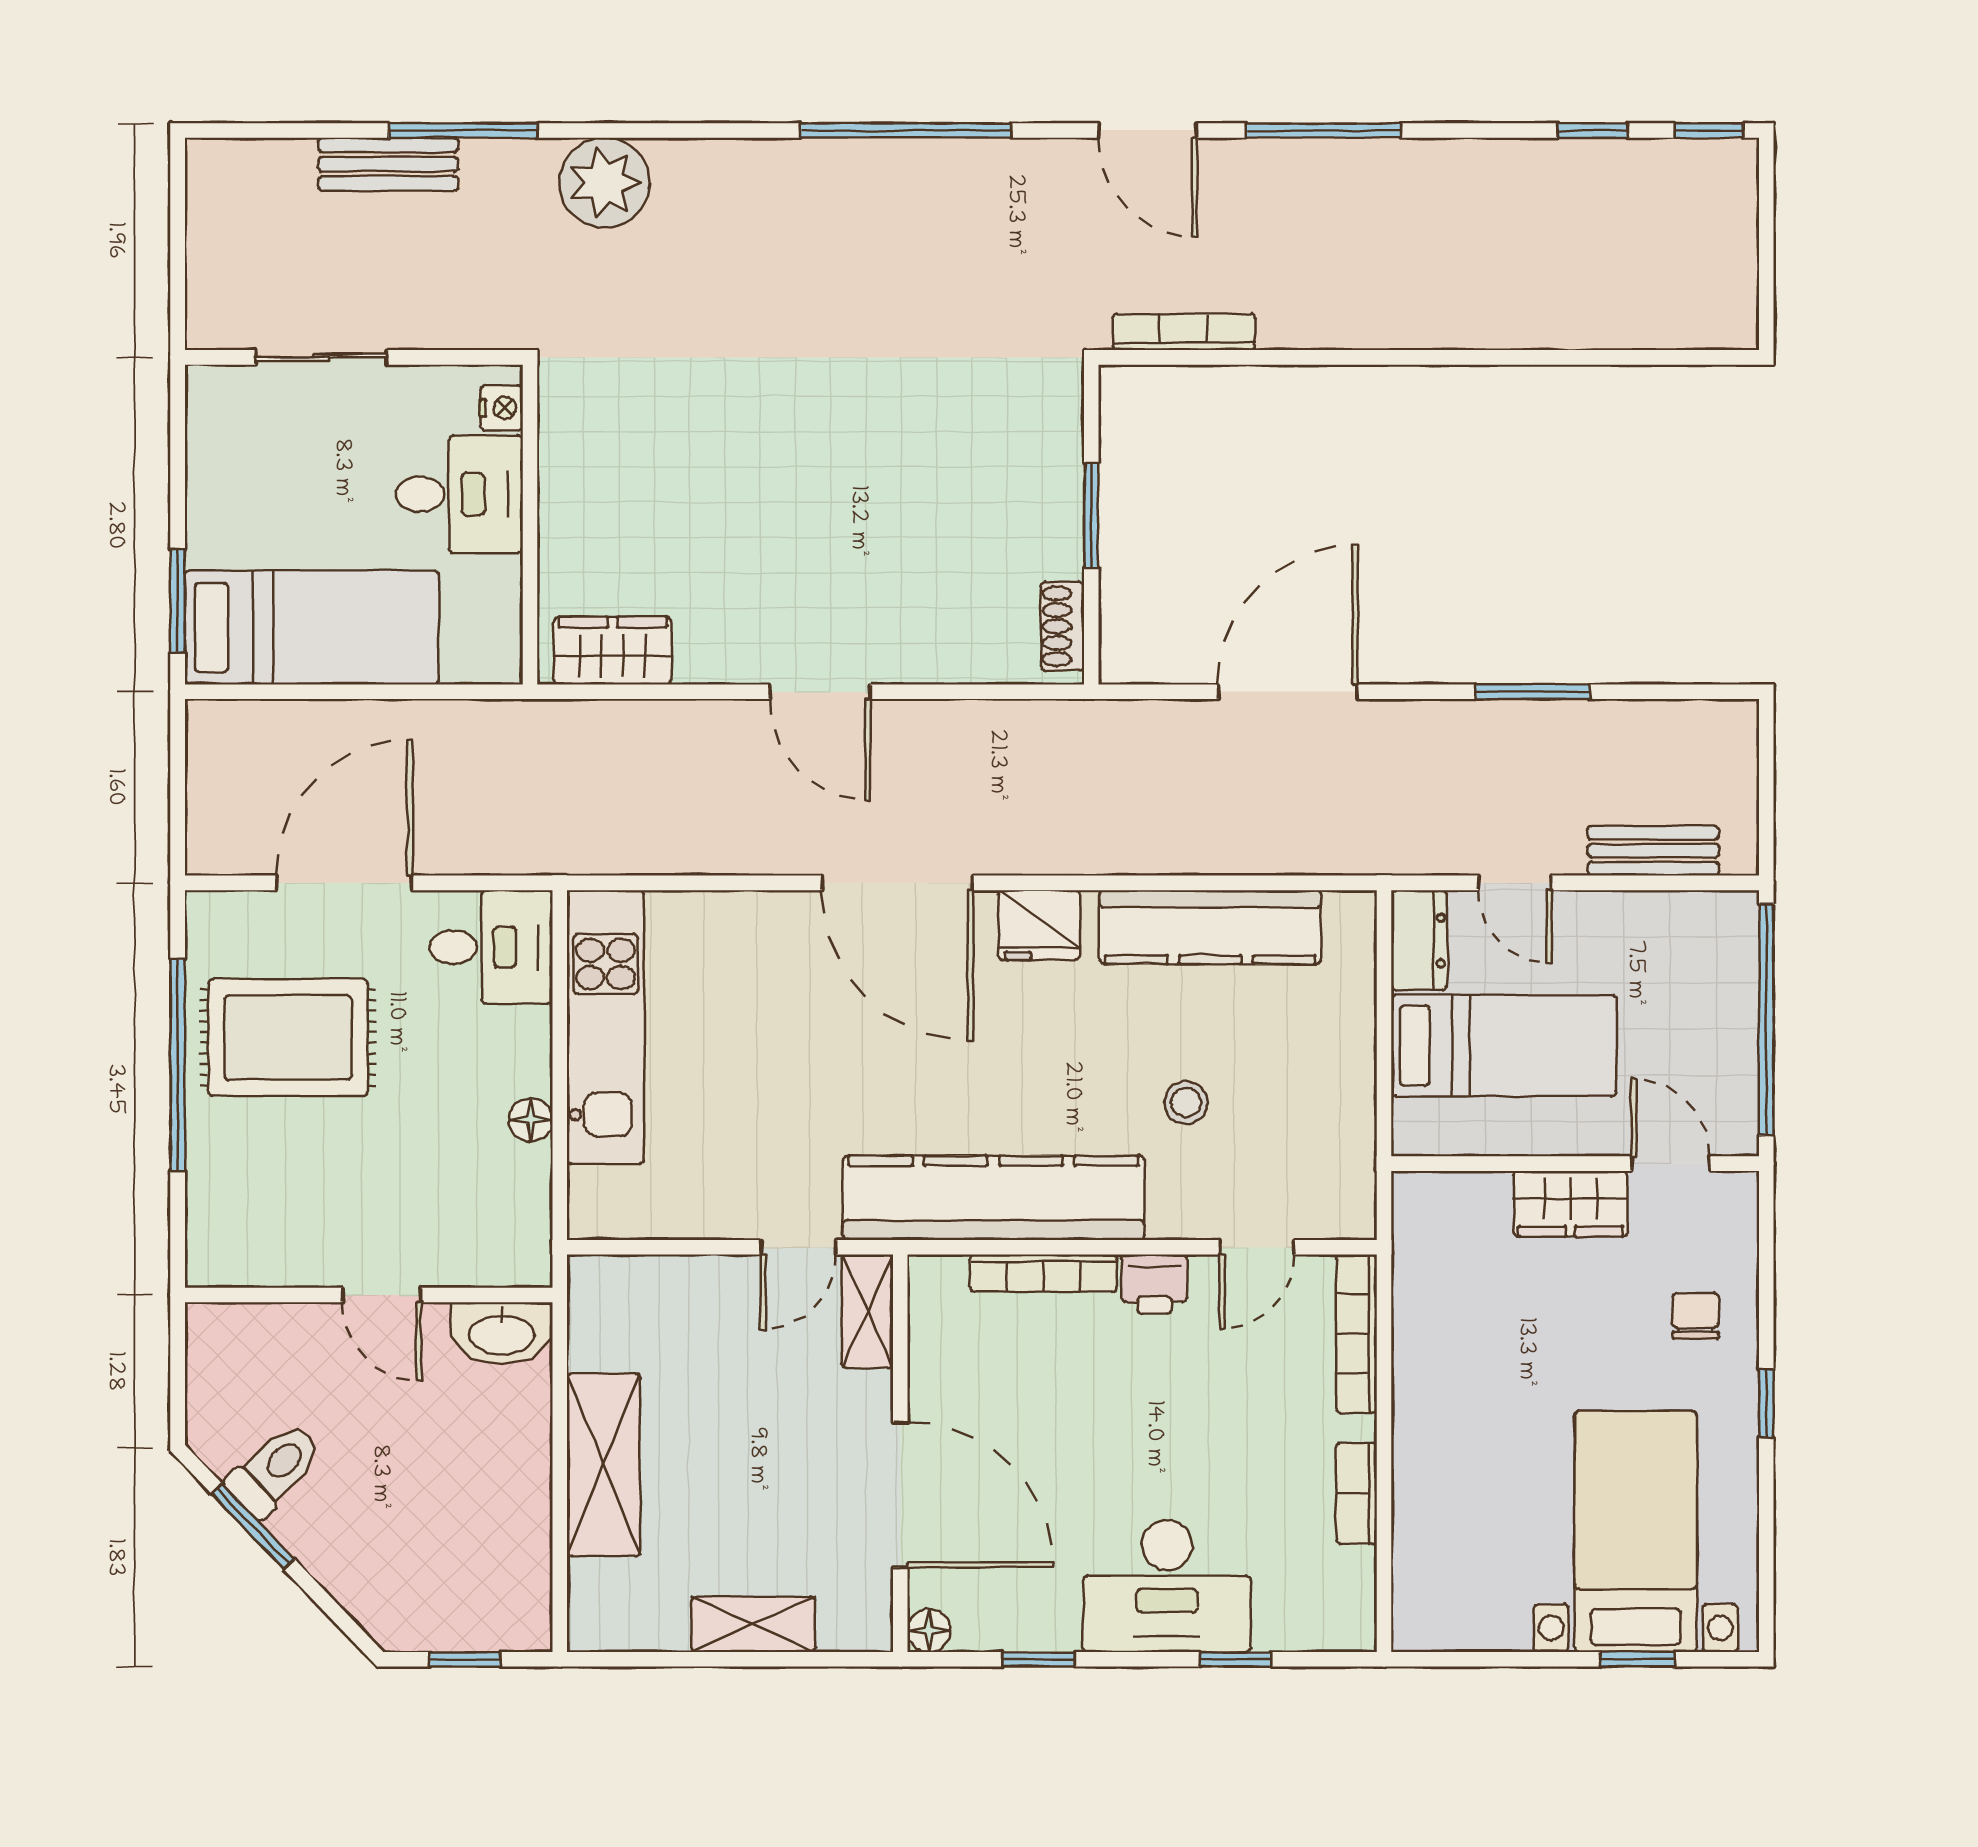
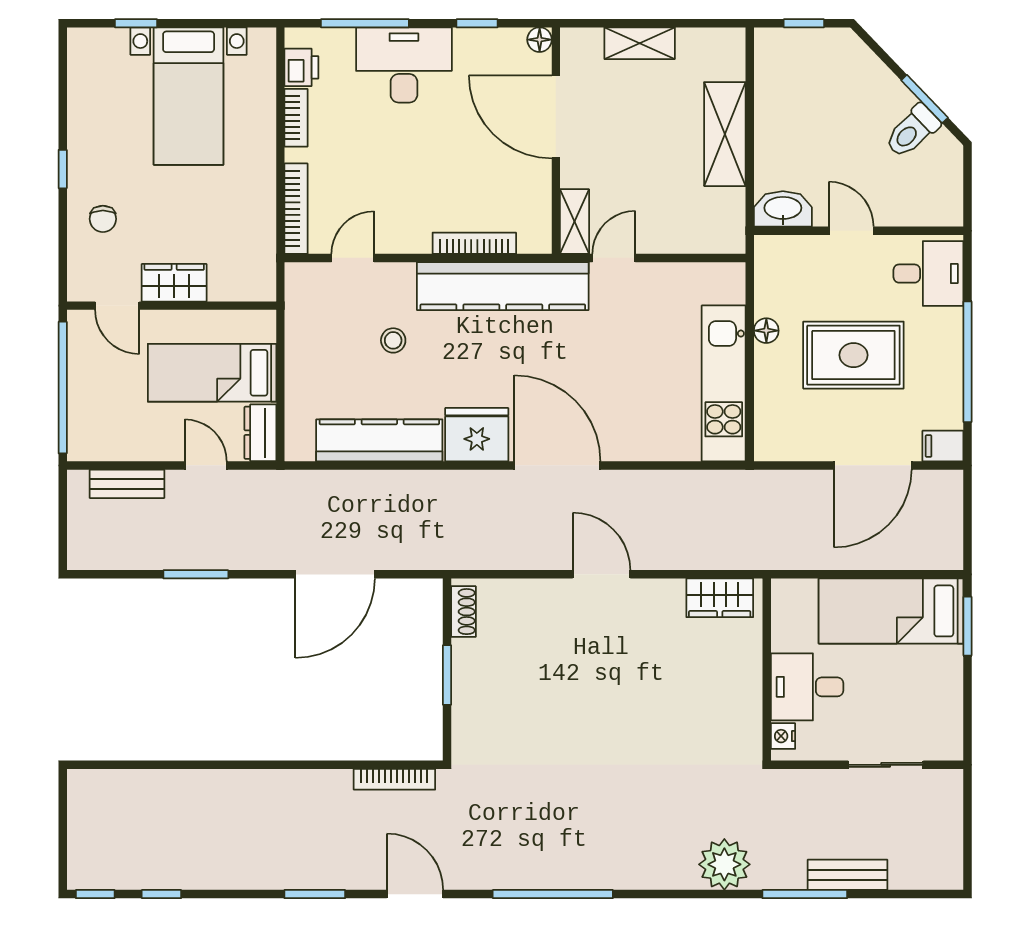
window: (1324, 130) -> (315, 894), width x0.69
filing cabinet: (221, 917) -> (943, 446), added
fridge: (1039, 925) -> (477, 435), width x1.36, depth x1.34
desk: (491, 947) -> (928, 274), moved, turned 180
rug: (288, 1037) -> (853, 355), moved
printer: (1154, 1284) -> (301, 67), moved, turned 90
bed with nightstands: (1636, 1531) -> (189, 96), moved
window: (1236, 1659) -> (365, 23), width x2.17

